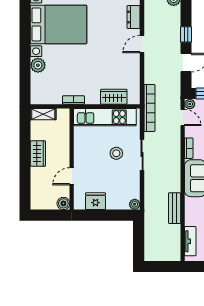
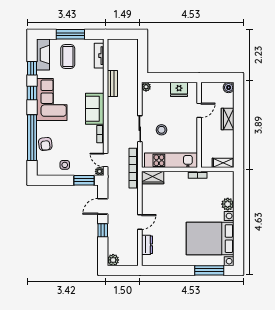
wardrobe: (114, 97) -> (153, 178), moved
wardrobe: (38, 154) -> (228, 119), moved
boiler: (63, 203) -> (229, 87), moved

